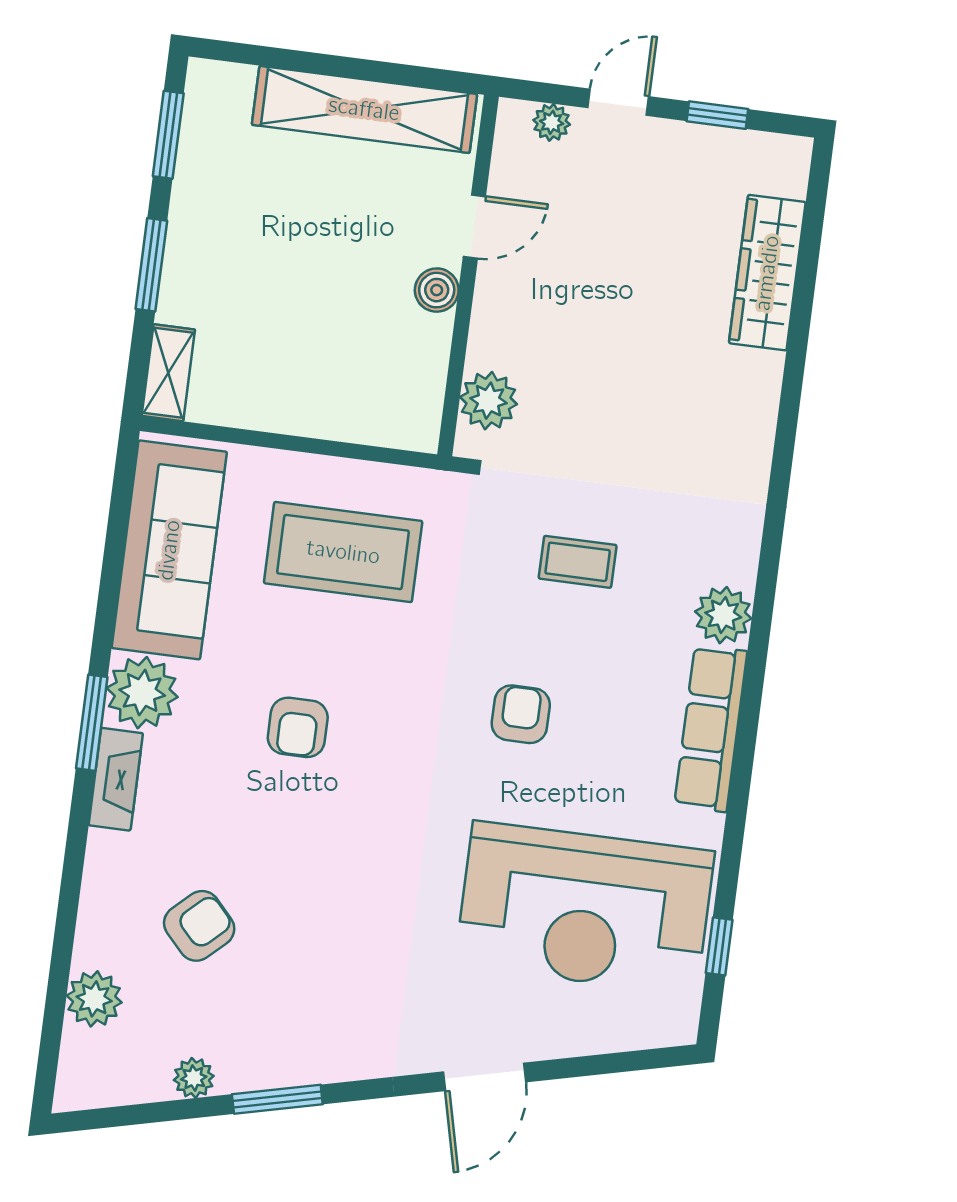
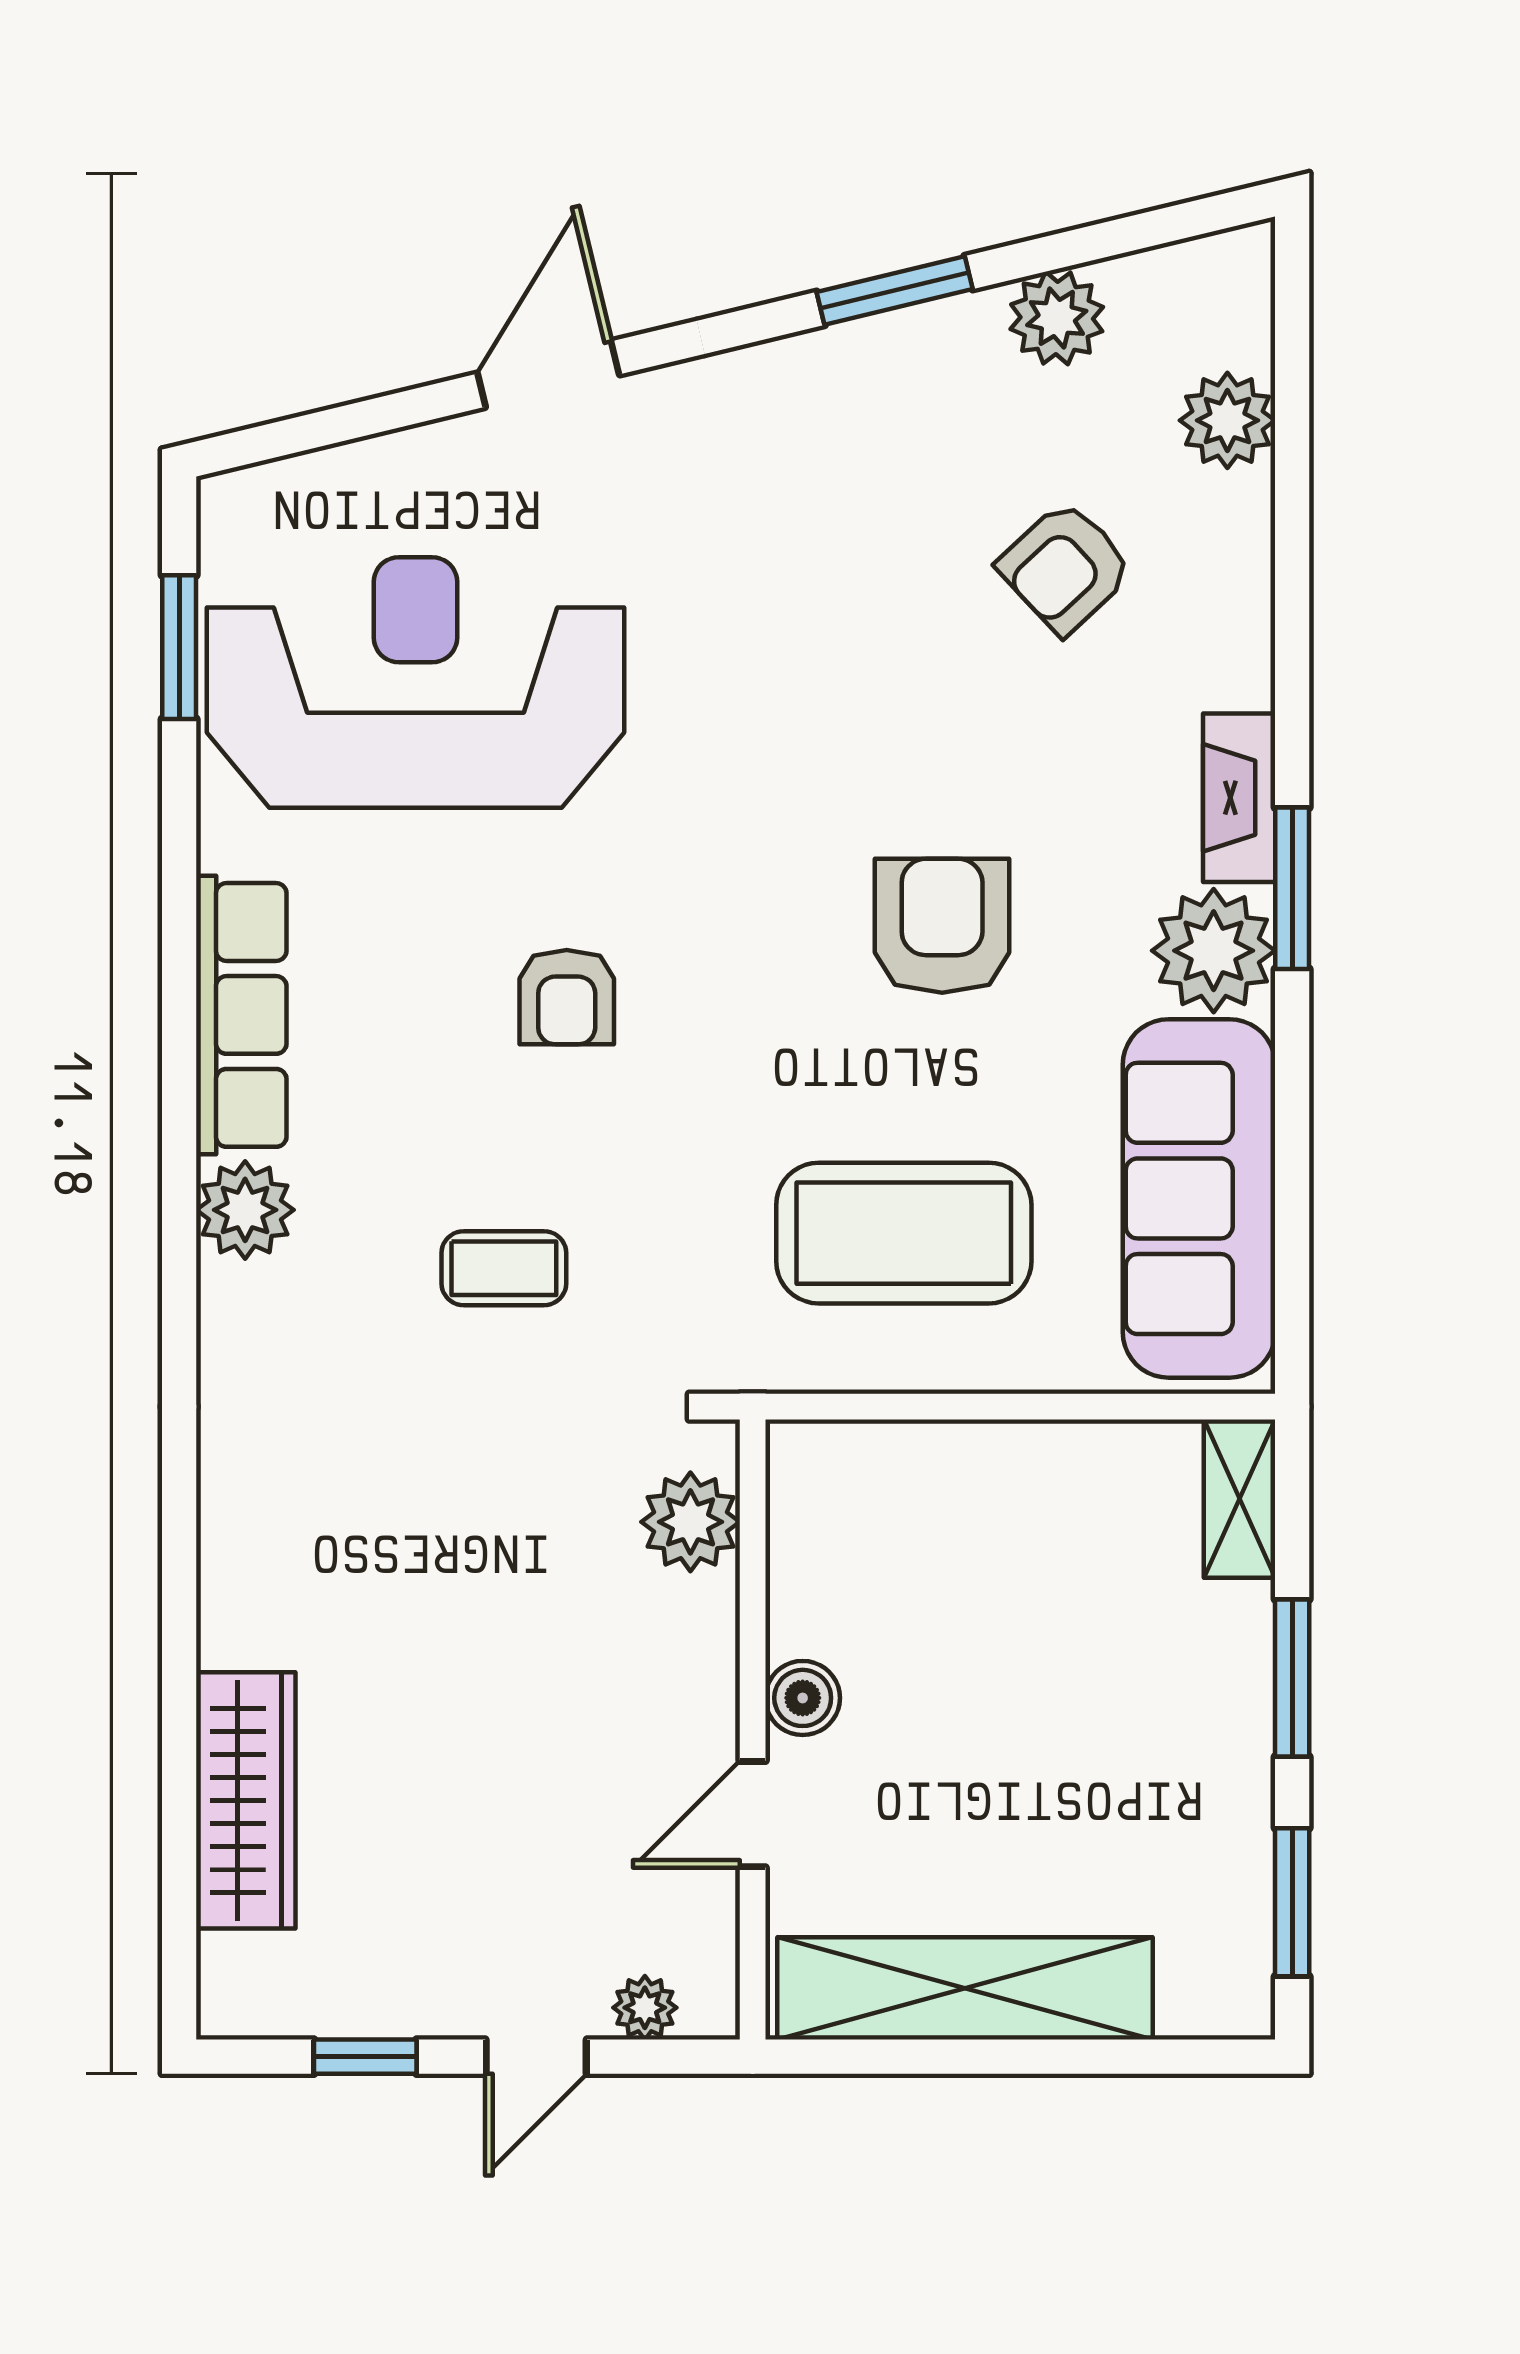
armchair: (298, 727) -> (942, 926), width x1.38, depth x1.38
window: (719, 946) -> (179, 647), width x1.50
plant: (194, 1078) -> (1057, 318), width x1.38, depth x1.38

